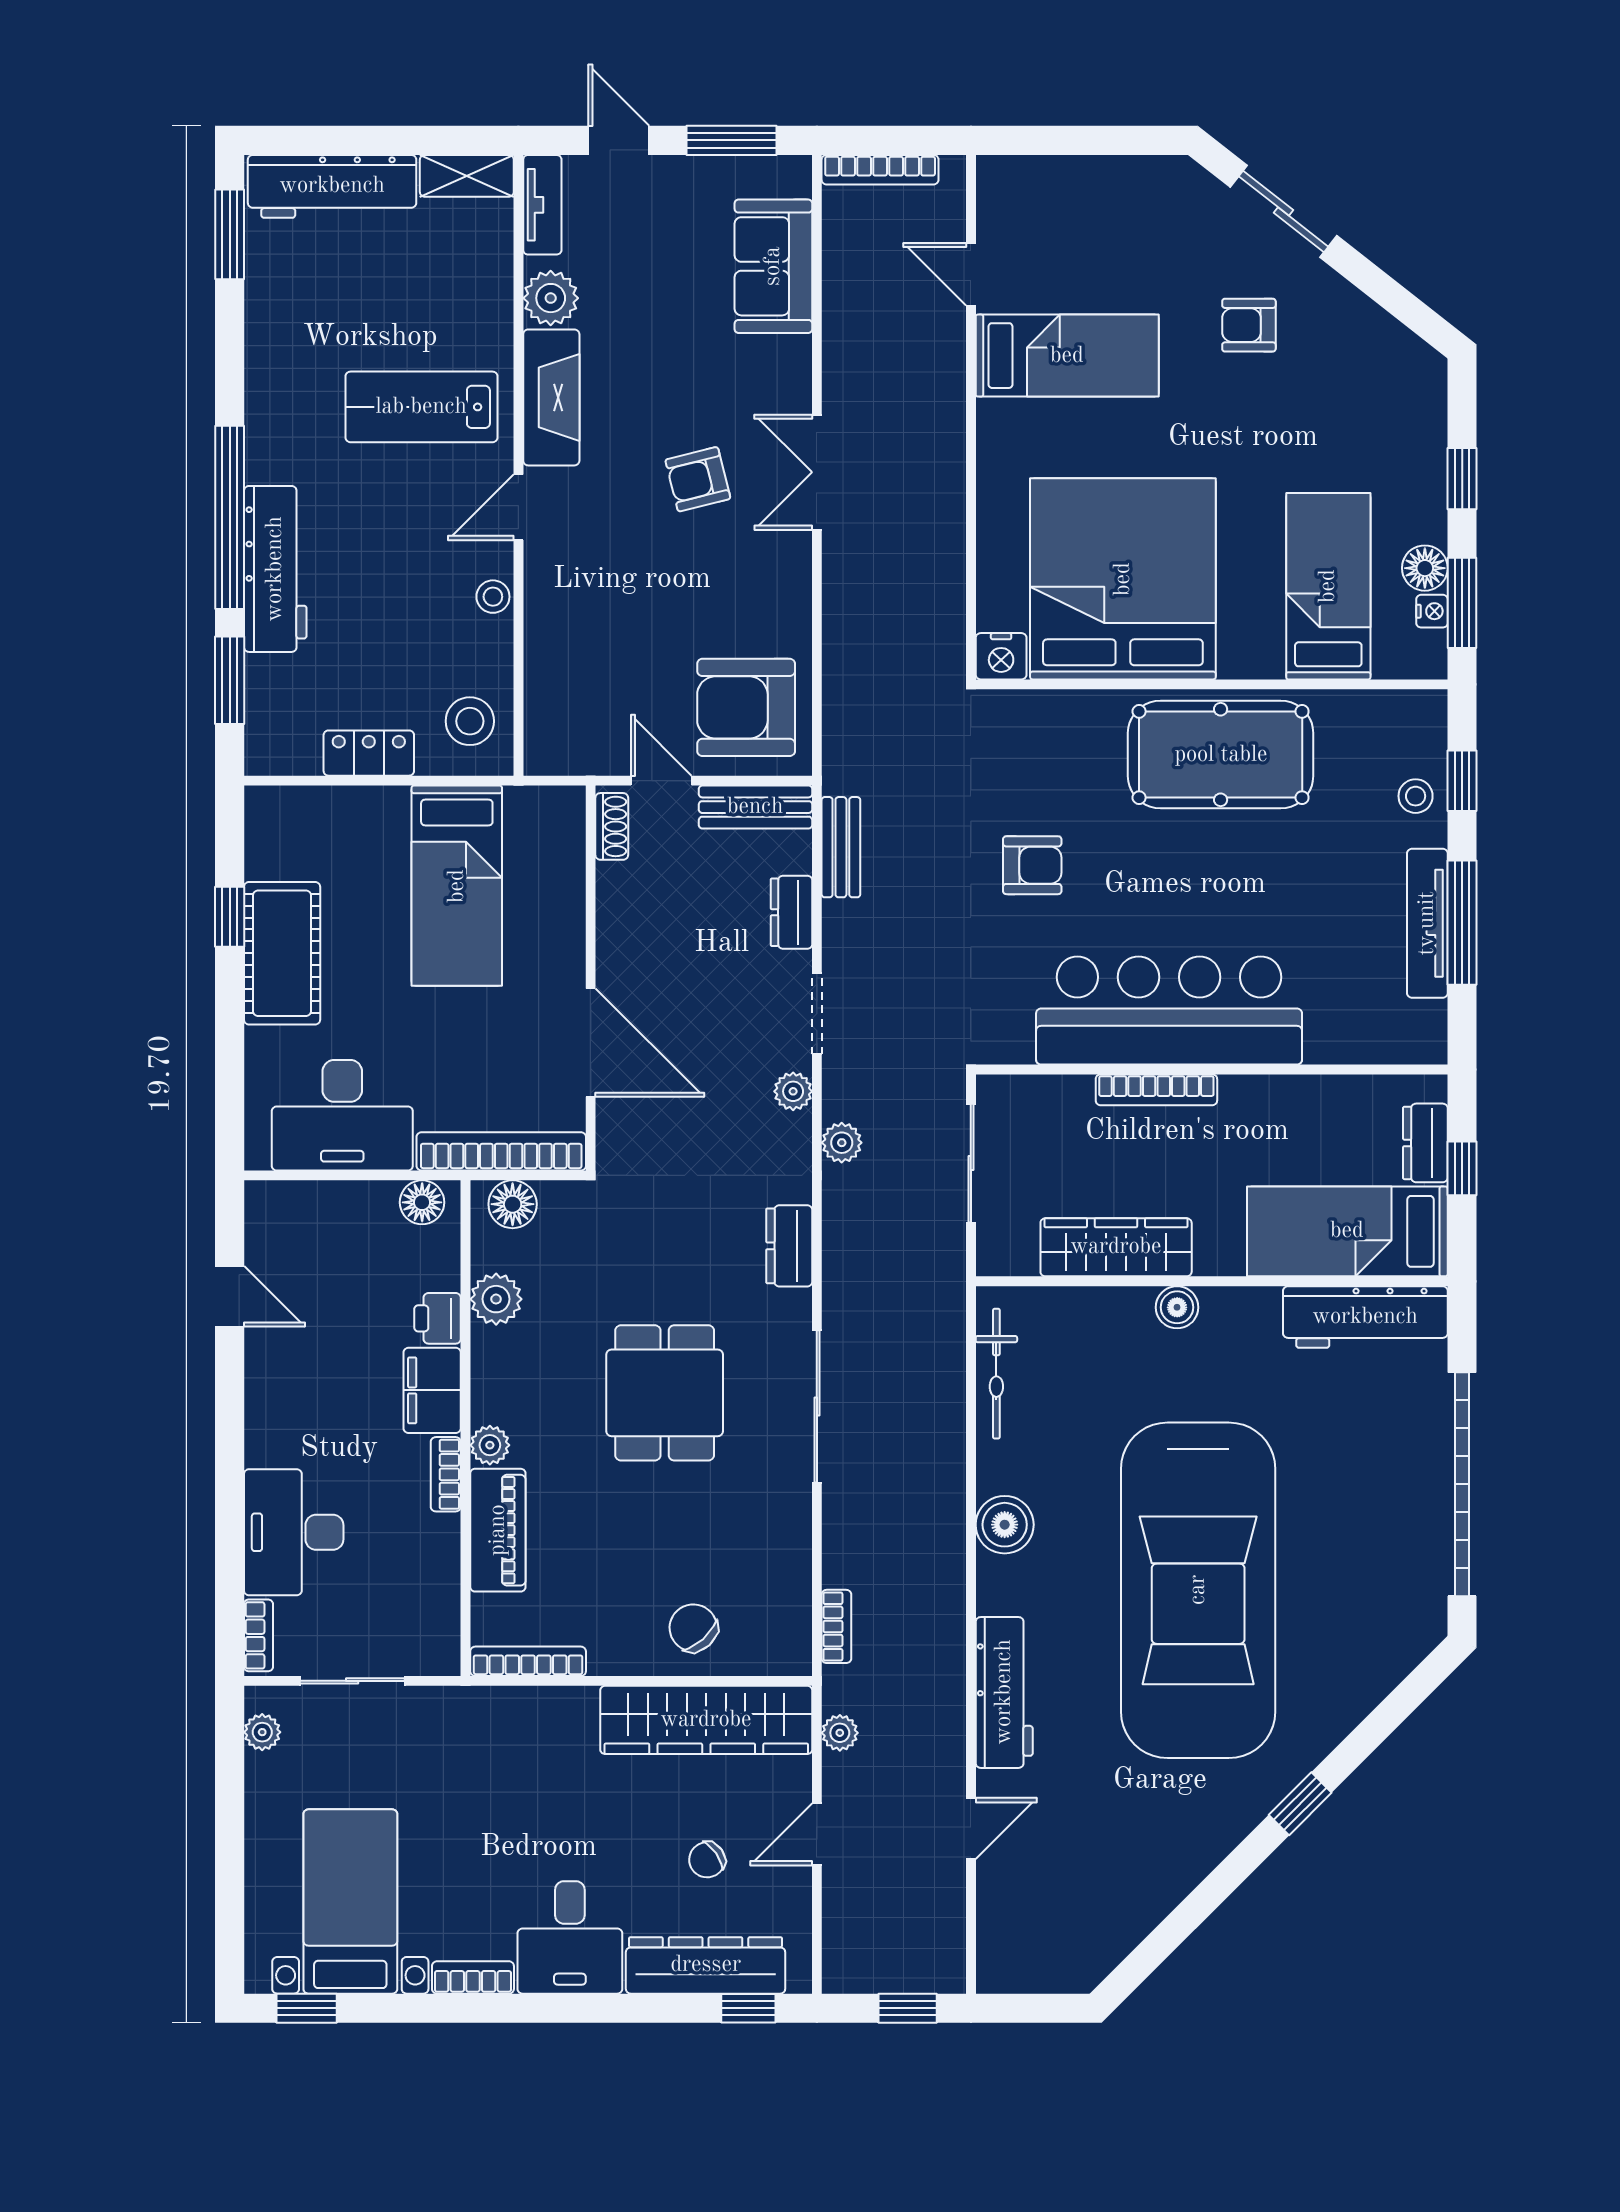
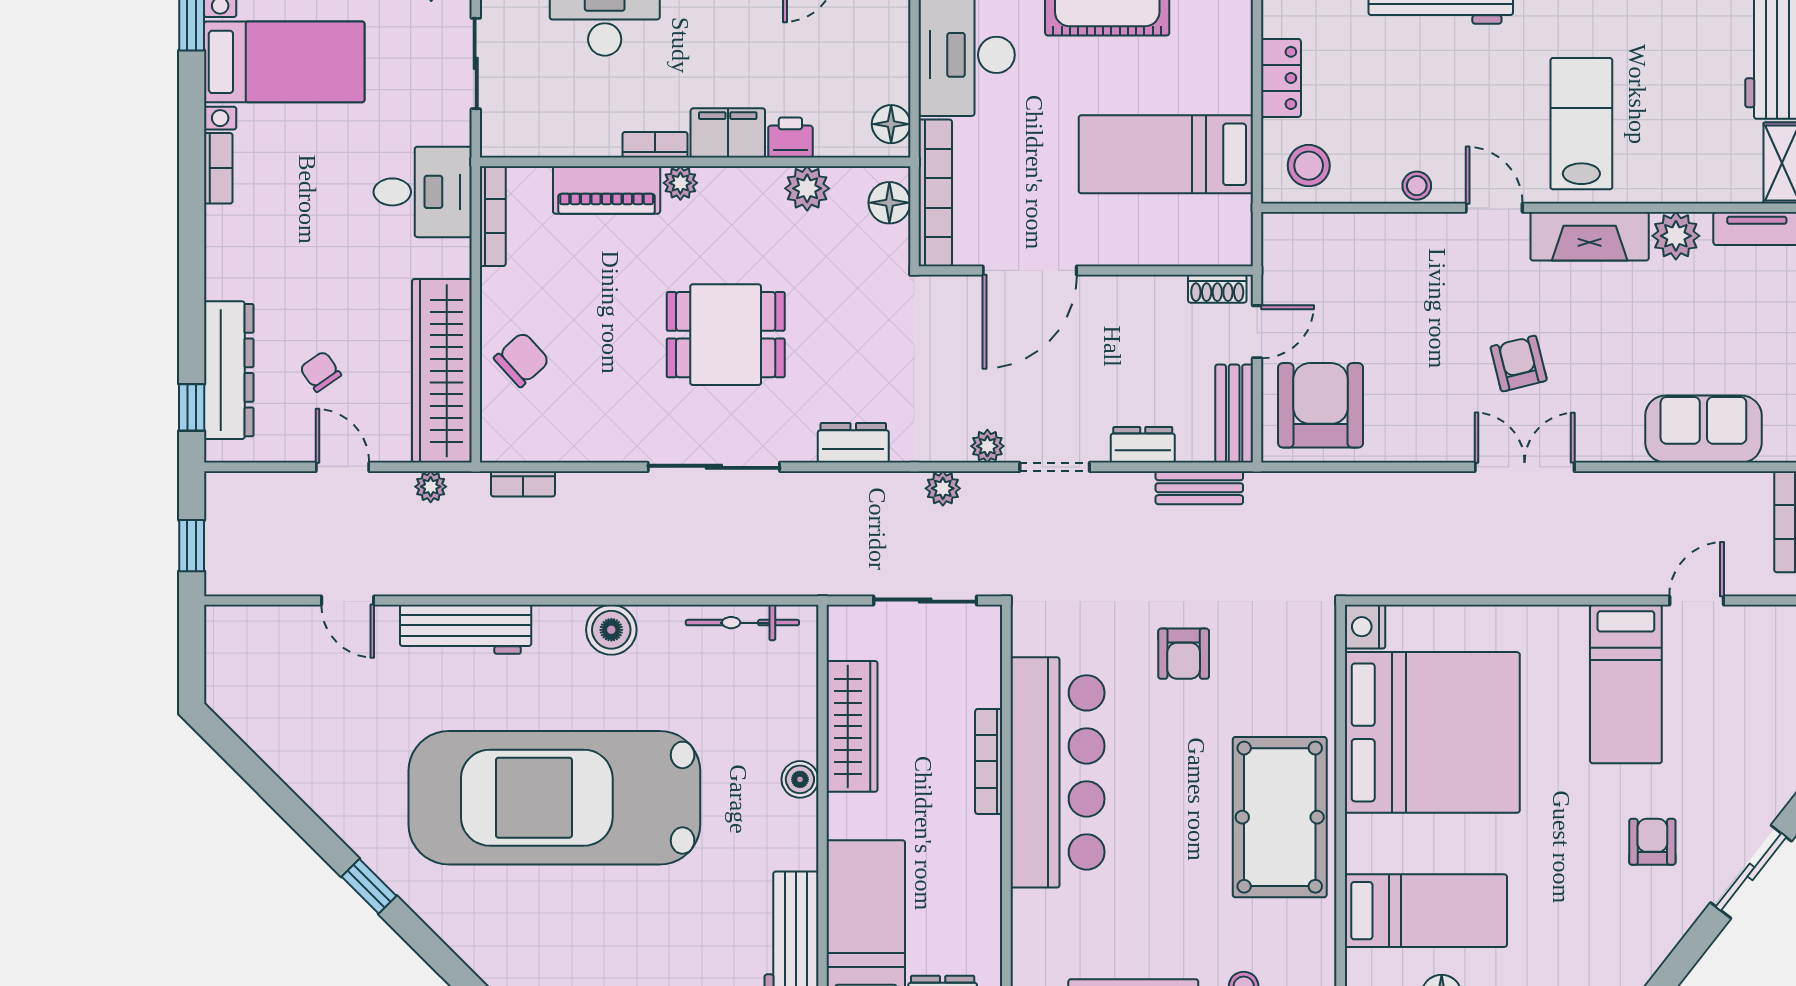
desk: (570, 1937) -> (423, 192), moved, turned 180

